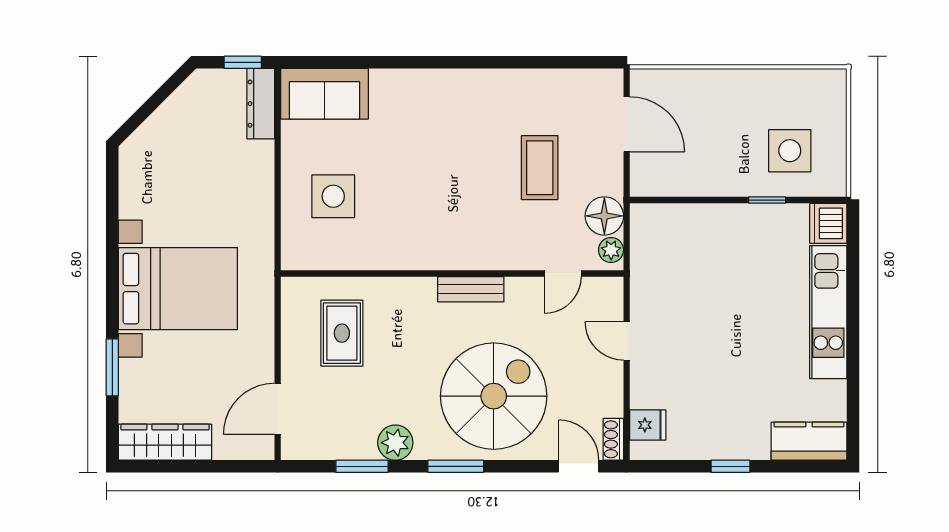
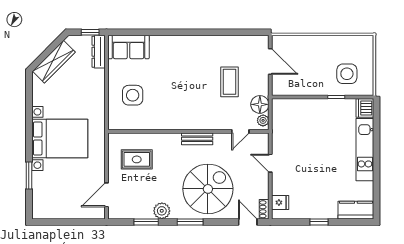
rug: (342, 333) -> (137, 159), turned 90
wardrobe: (165, 442) -> (54, 62), moved, turned 135

